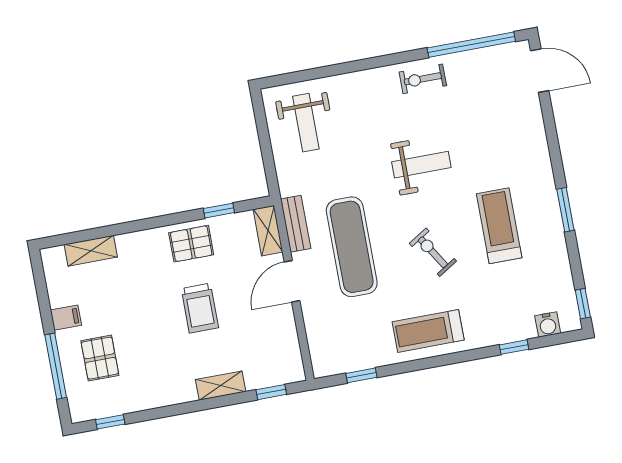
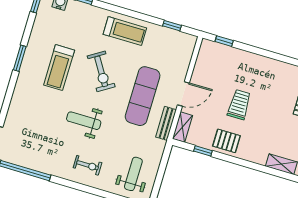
exercise bike: (423, 79) -> (87, 165), moved
exercise bike: (433, 252) -> (101, 71), width x1.38, depth x1.39
shelving: (221, 386) -> (249, 58), removed

